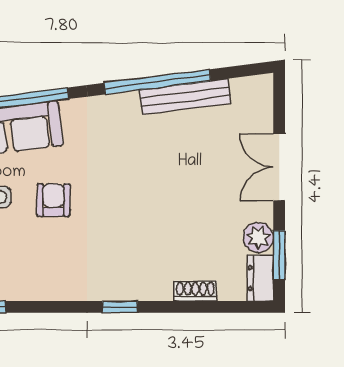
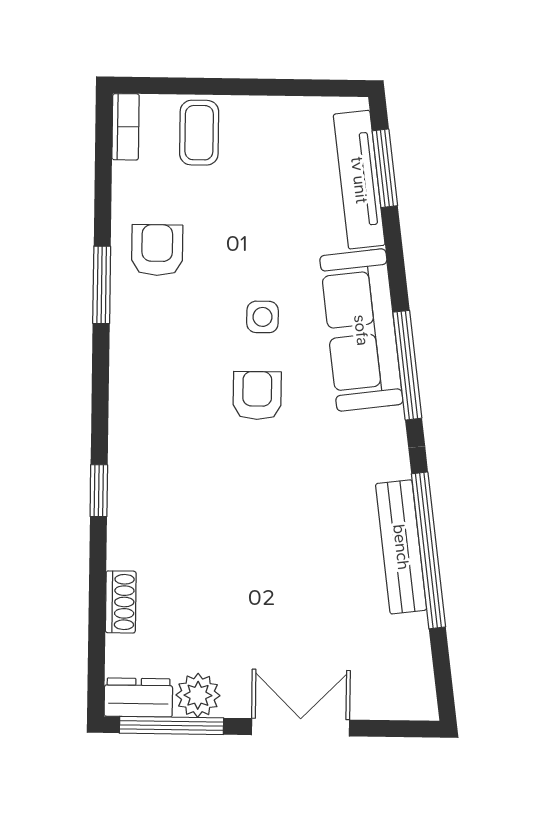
bench: (185, 97) -> (401, 547), moved
armchair: (53, 200) -> (257, 395), turned -90
window: (279, 255) -> (171, 726), width x1.44

